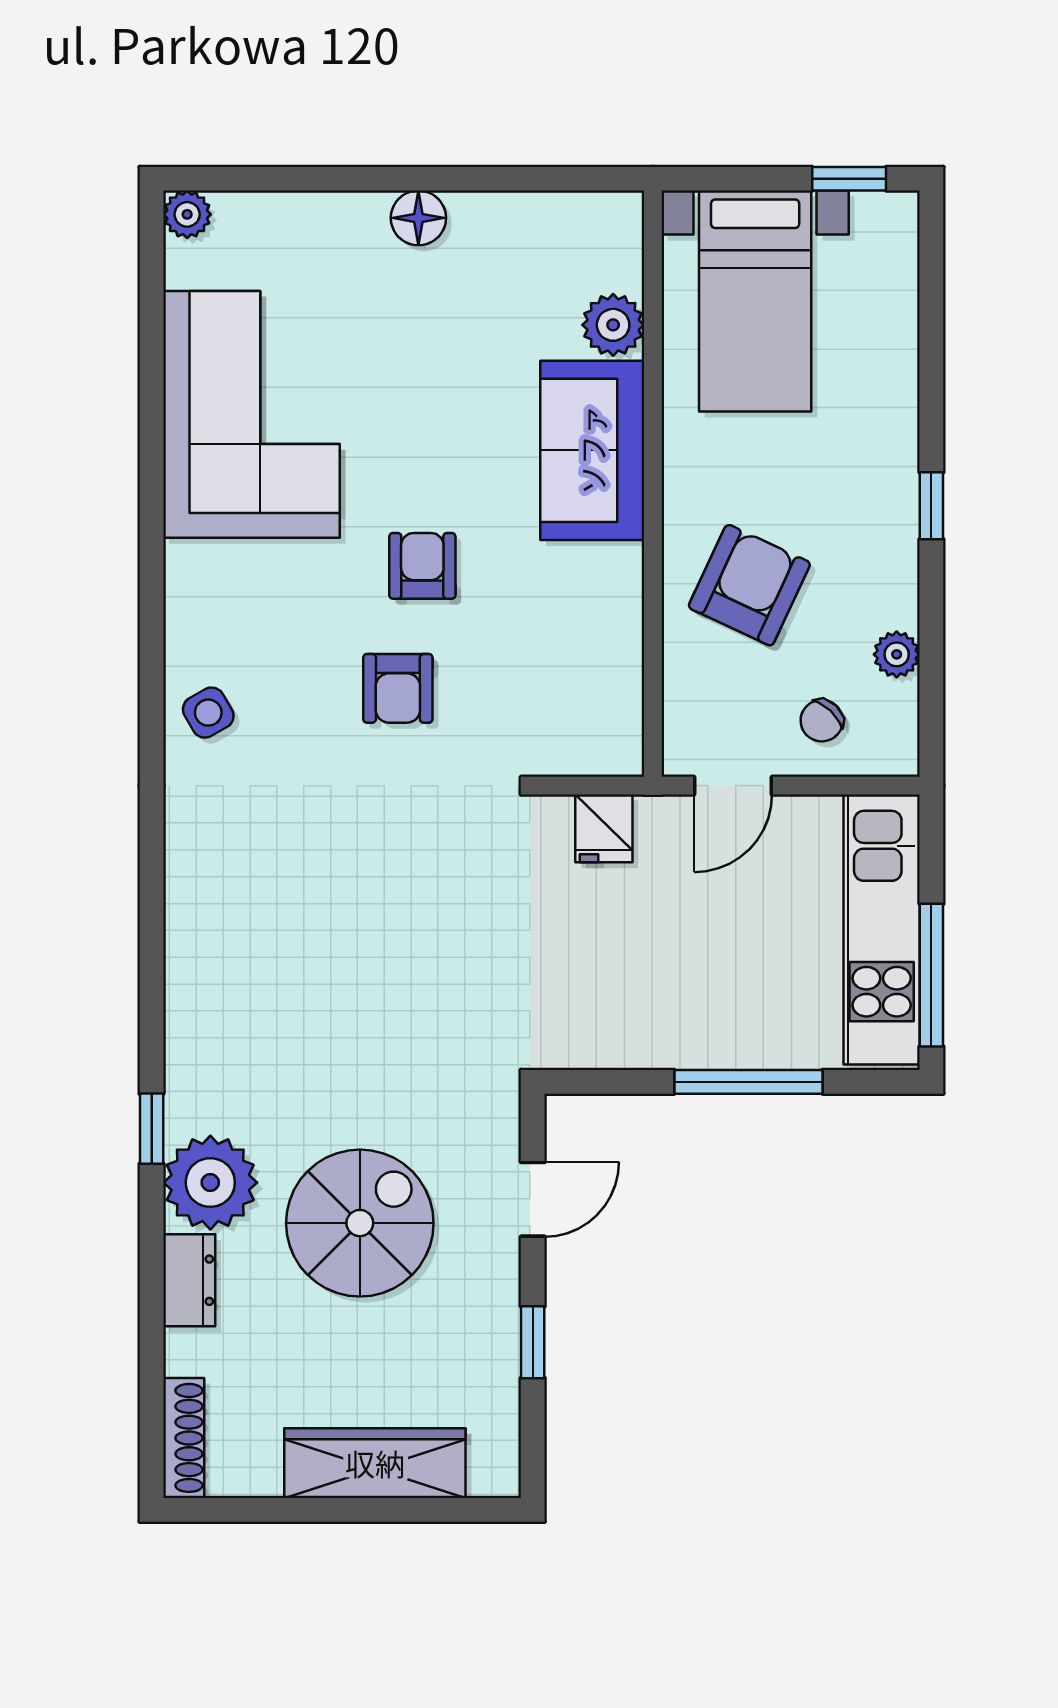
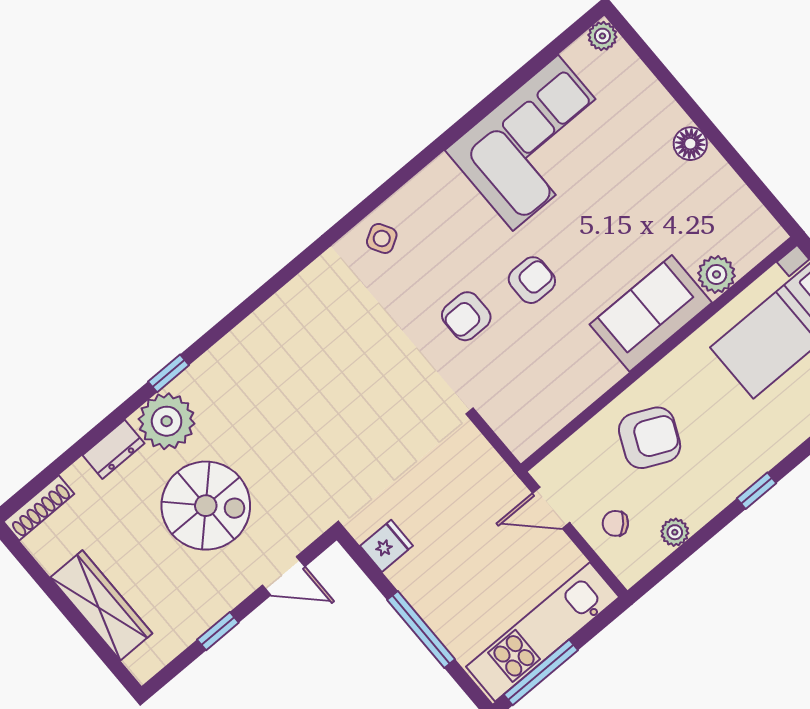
fridge: (604, 828) -> (386, 546), moved, turned 180

